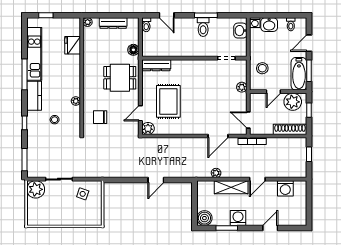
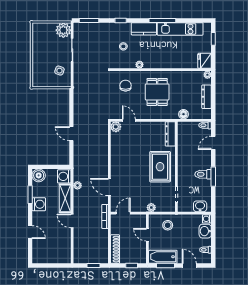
fridge: (73, 45) -> (205, 61), moved, turned -90
dining table: (120, 78) -> (157, 92), moved
rug: (168, 101) -> (160, 167), moved, turned 90
plant: (293, 102) -> (139, 251), removed
washing machine: (285, 188) -> (64, 176), moved

